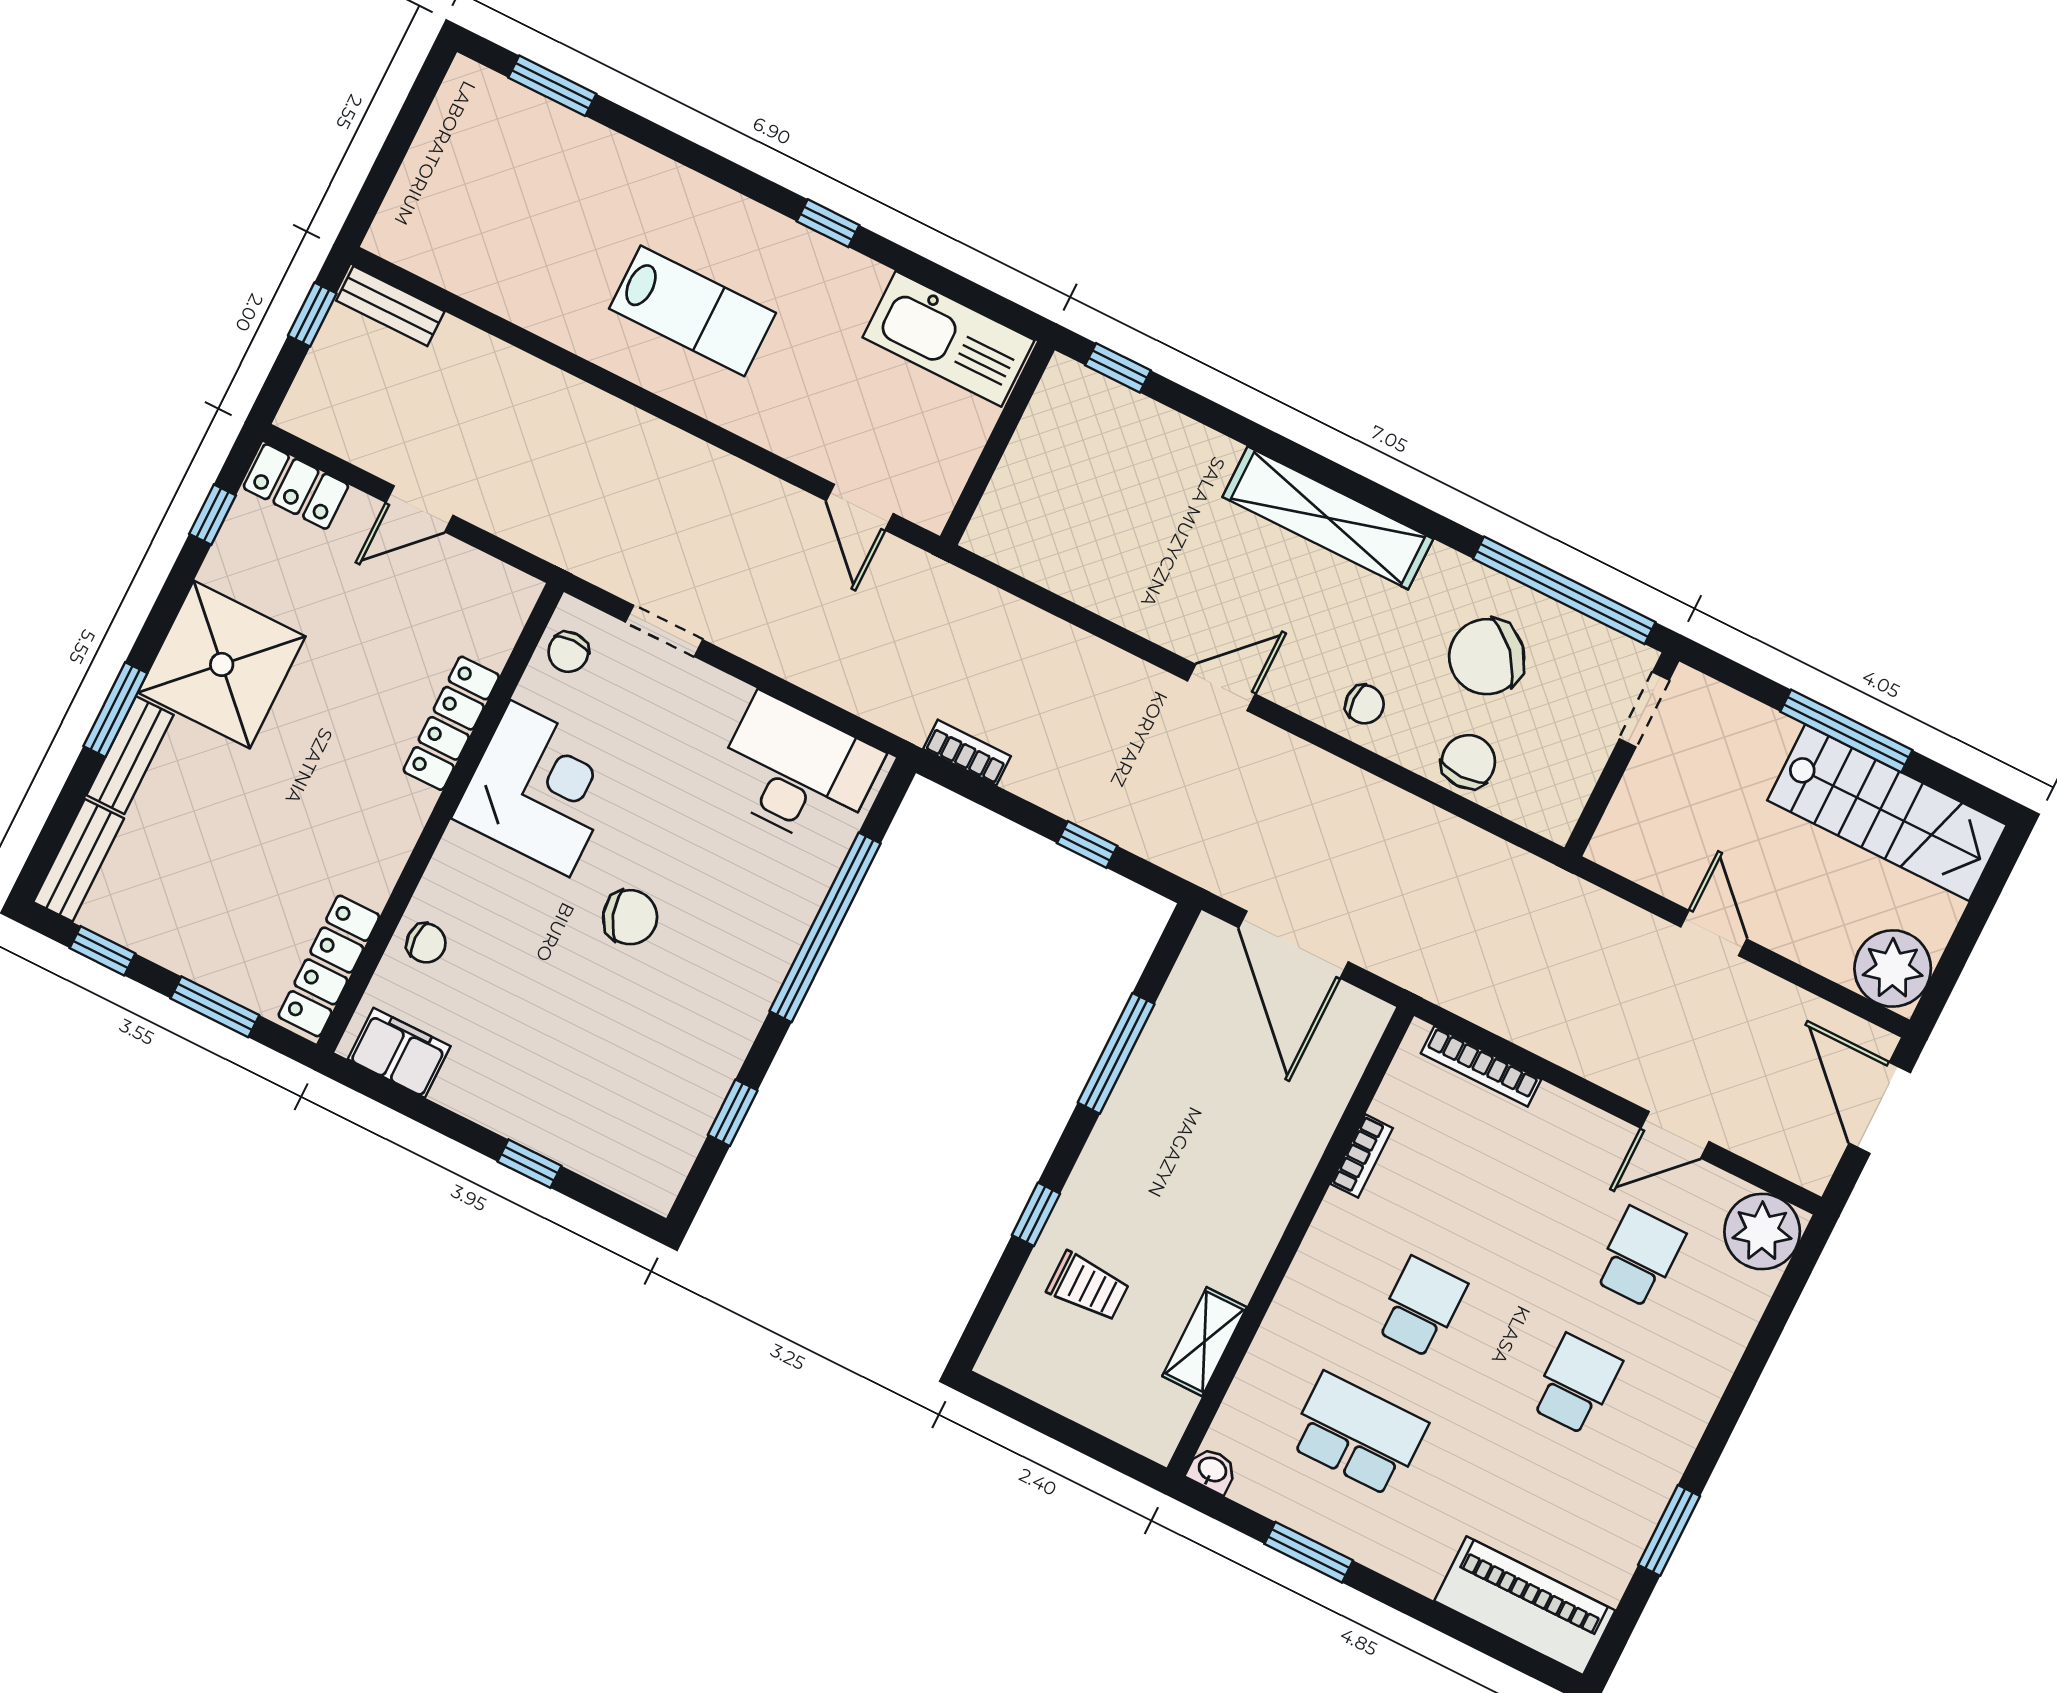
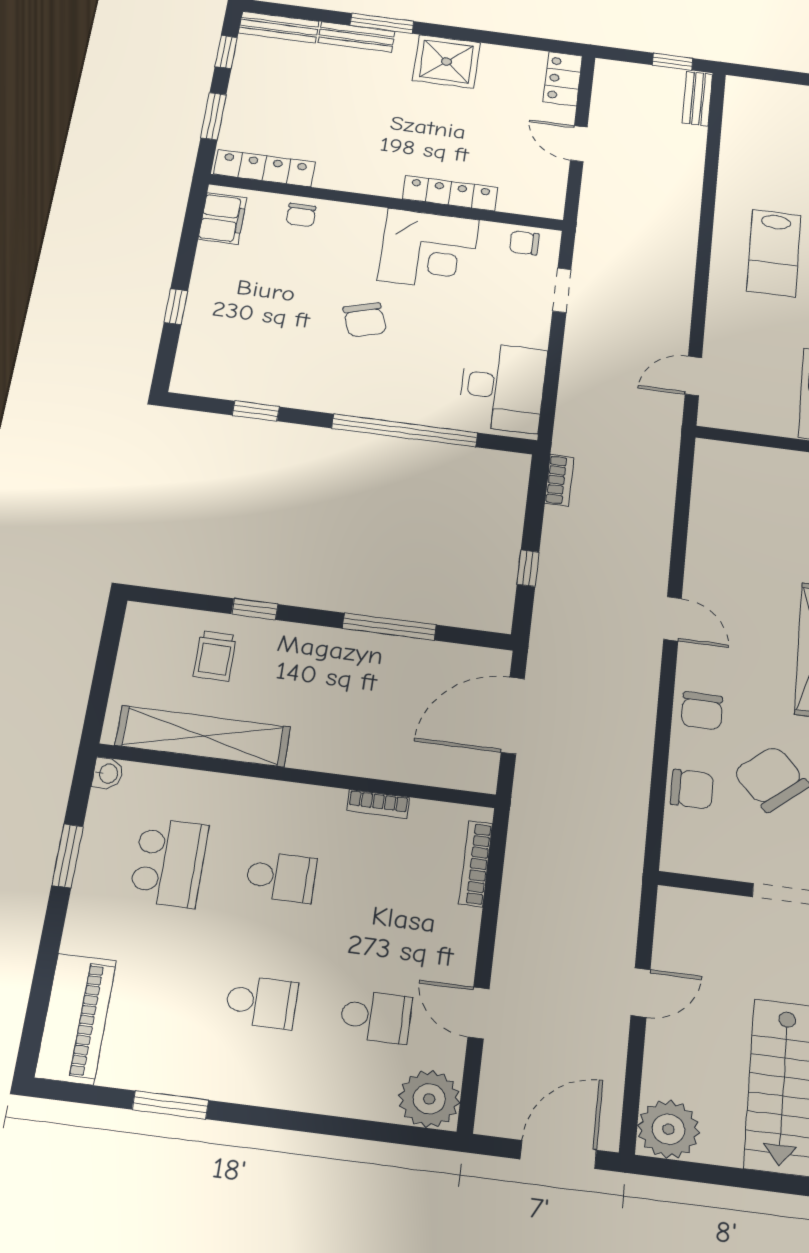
window: (213, 515) -> (525, 42), removed
shower: (222, 664) -> (446, 61), width x0.73, depth x0.73
chair: (1365, 704) -> (702, 711), width x1.37, depth x1.37
shelving: (1204, 1342) -> (203, 736), width x2.20, depth x1.33

